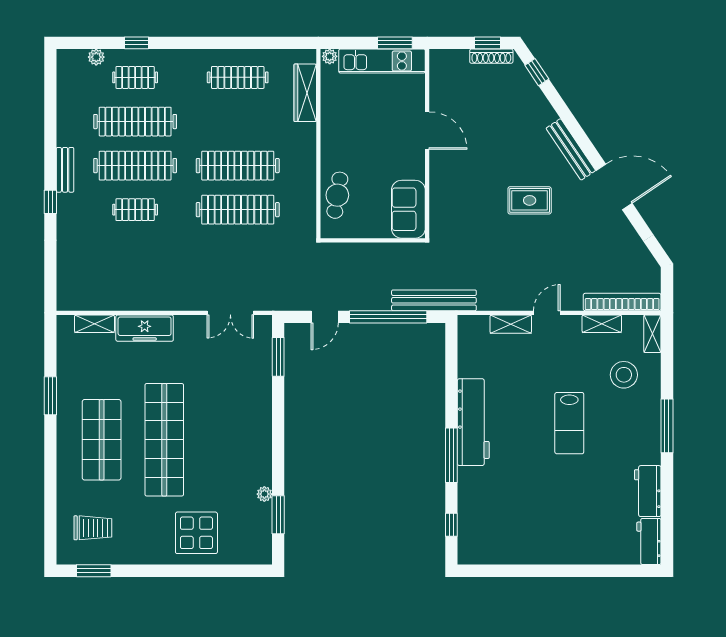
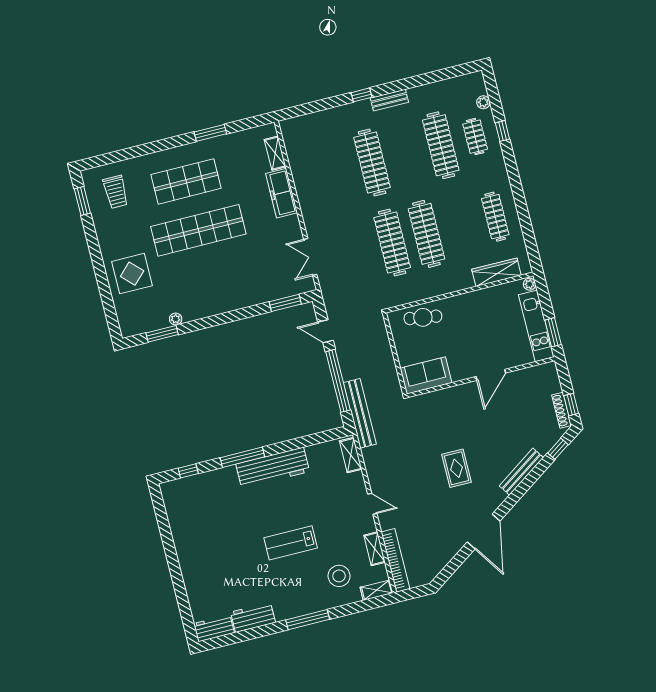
bench: (571, 149) -> (521, 472), moved
clothes rail: (135, 166) -> (406, 154), removed
clothes rail: (135, 210) -> (372, 162), width x1.86, depth x1.31
shelving: (511, 324) -> (351, 455), moved

